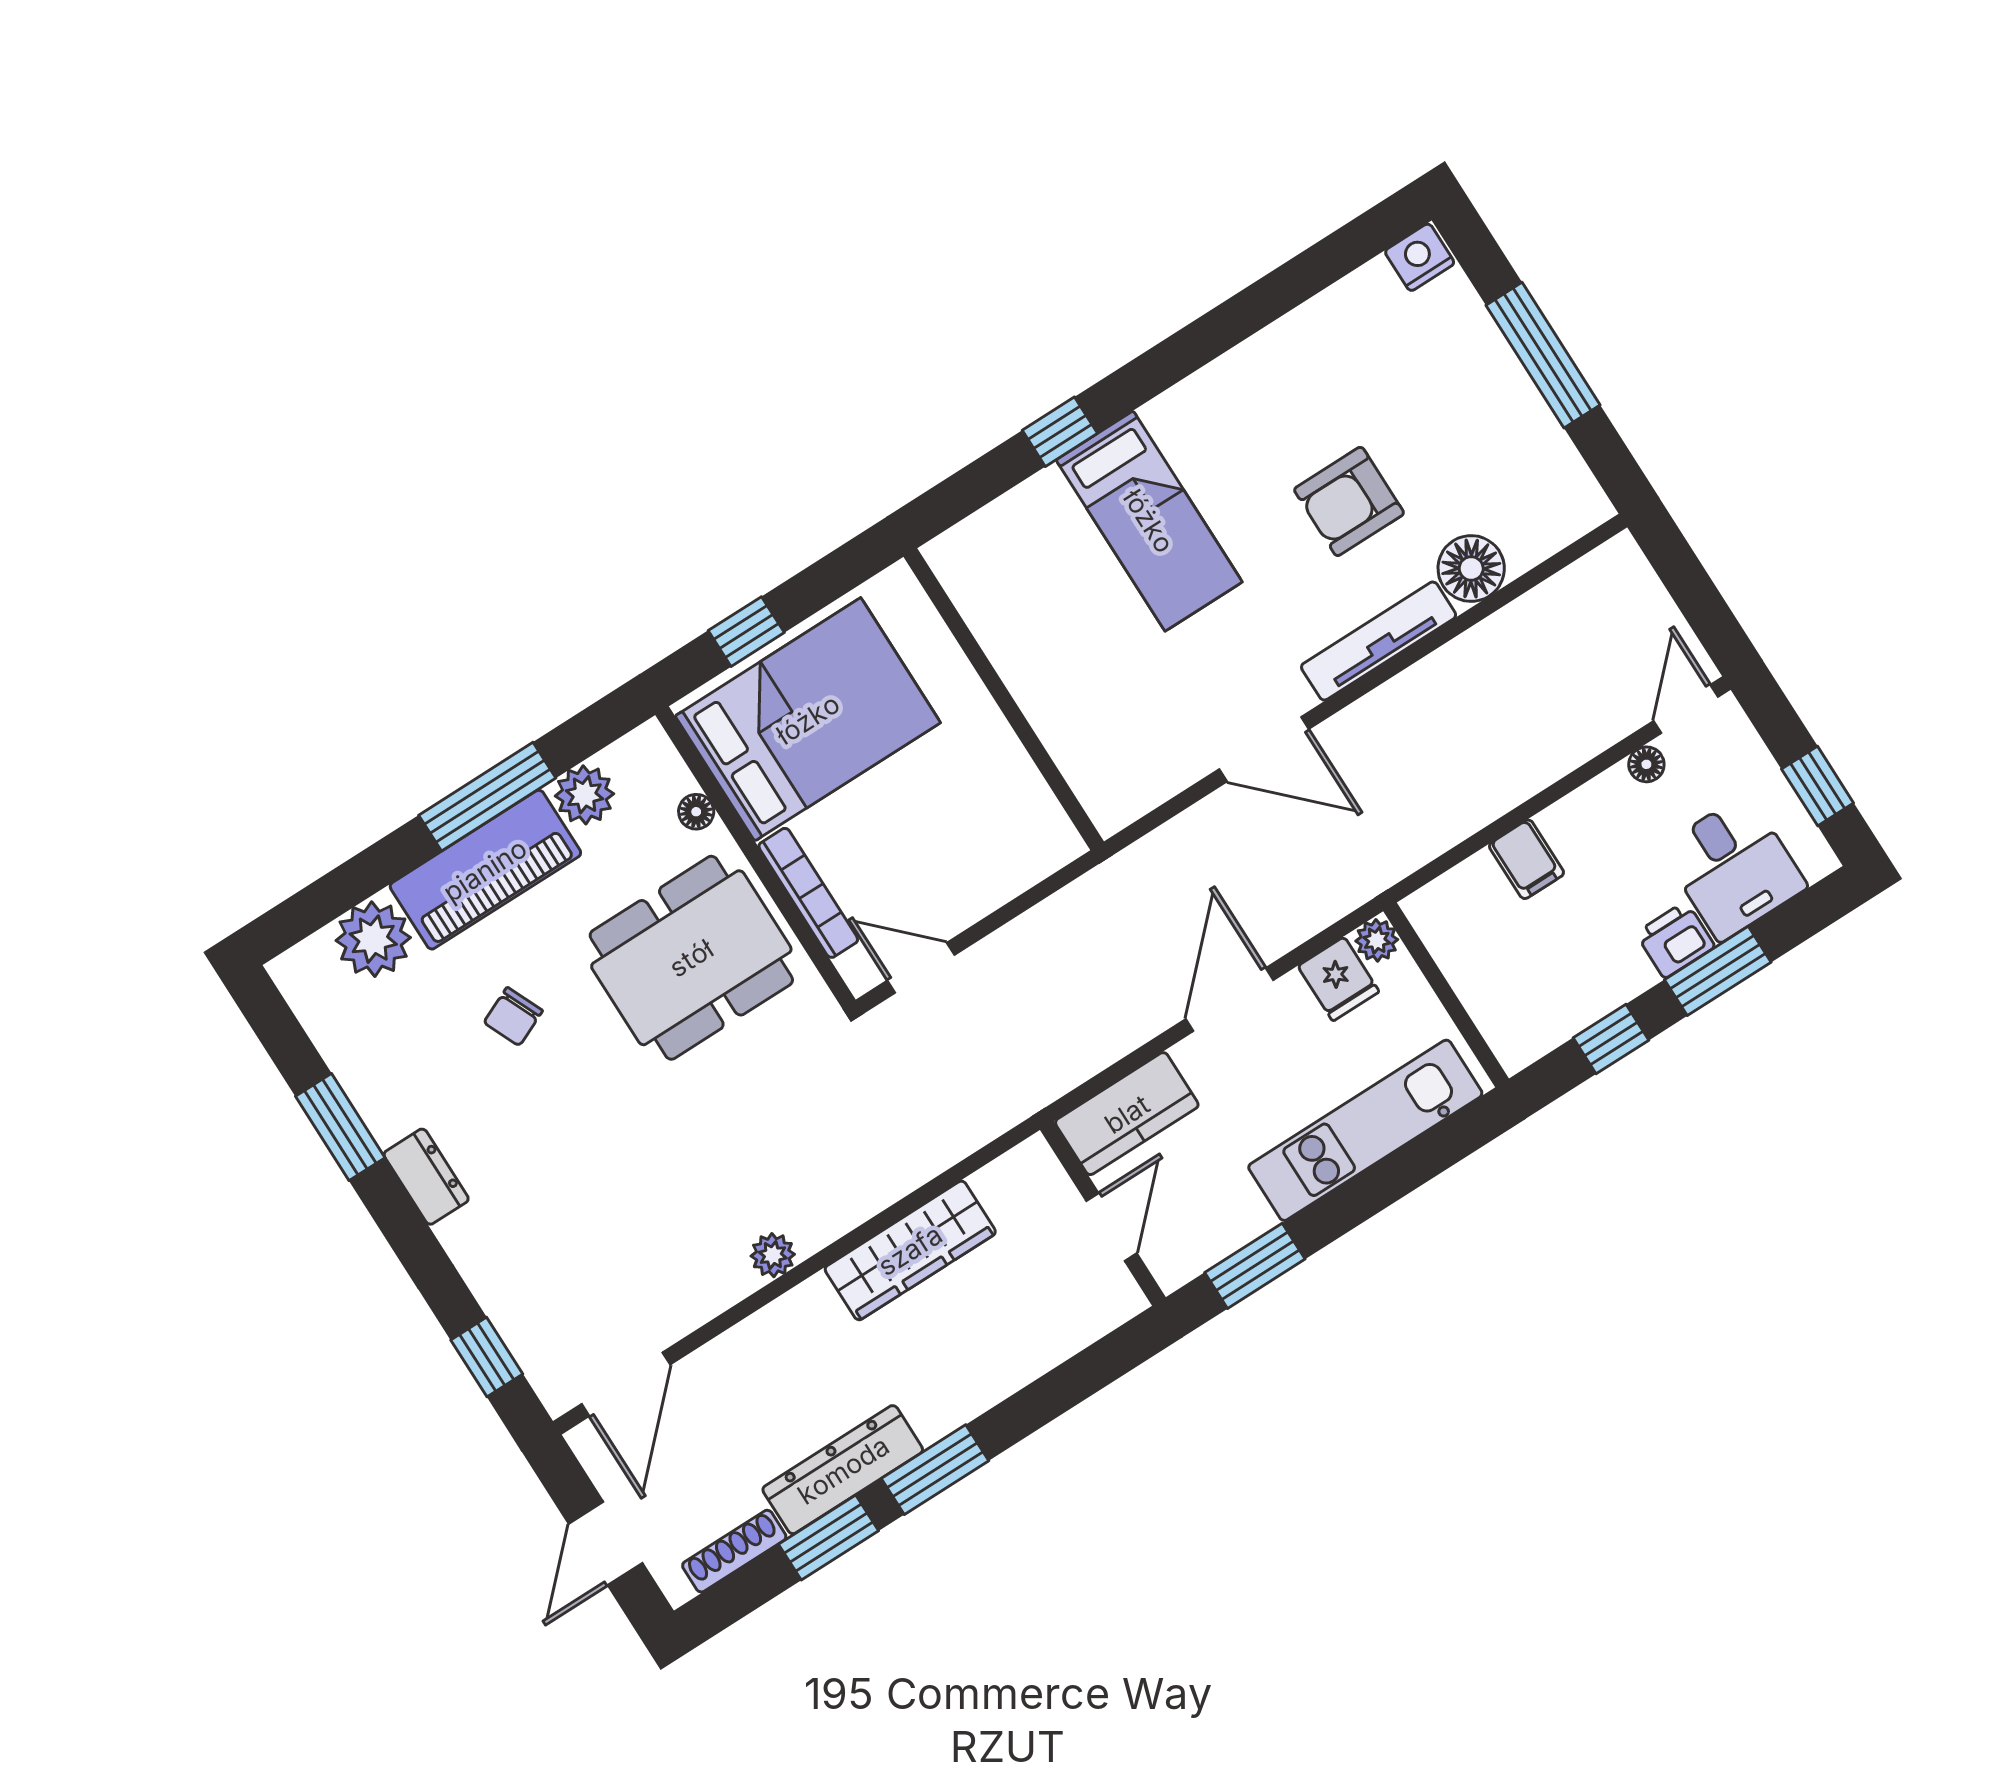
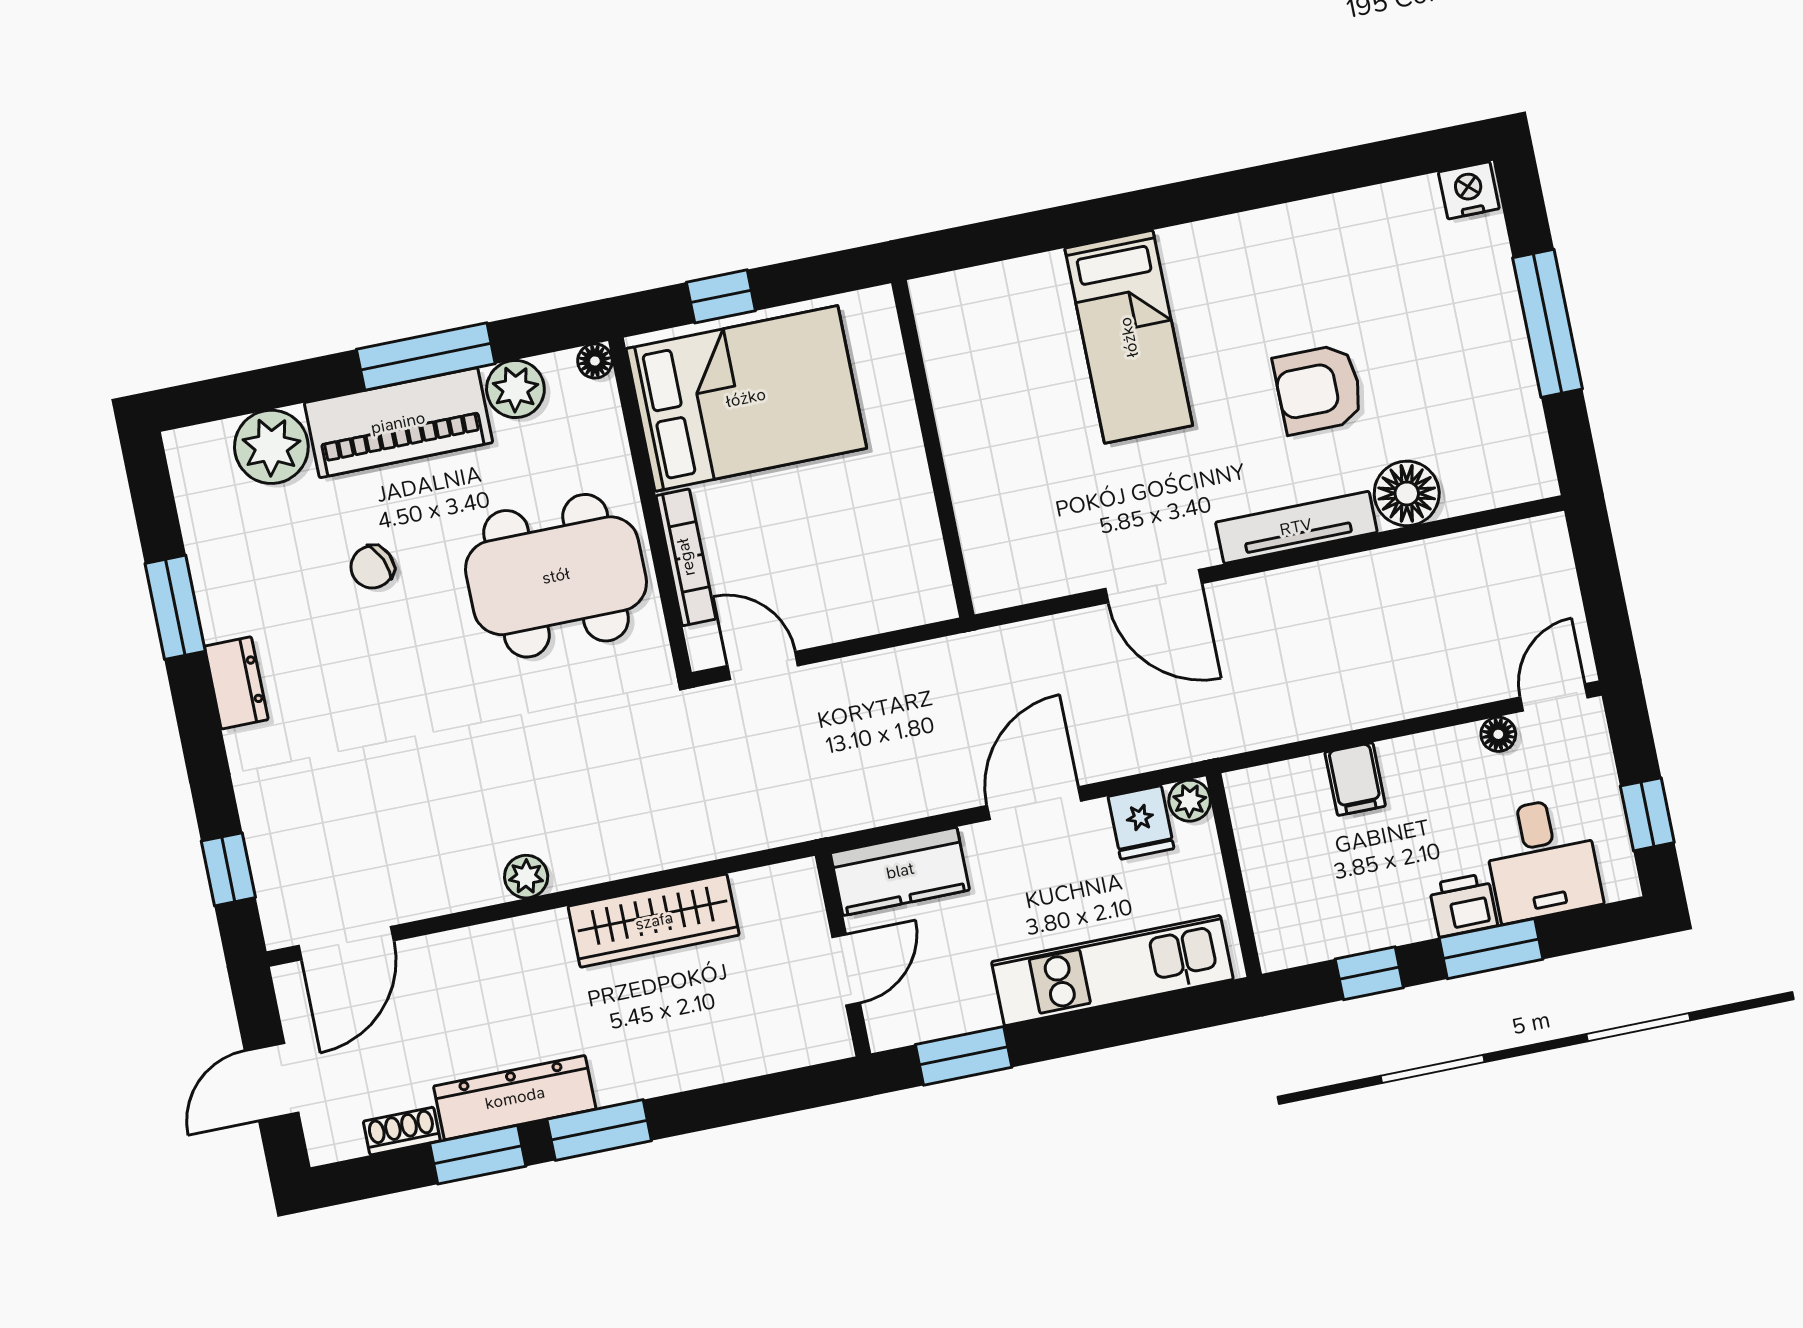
window: (1060, 432) -> (1078, 224), removed
floor lamp: (696, 812) -> (595, 361), moved
shoe rack: (734, 1551) -> (402, 1131), width x0.70

